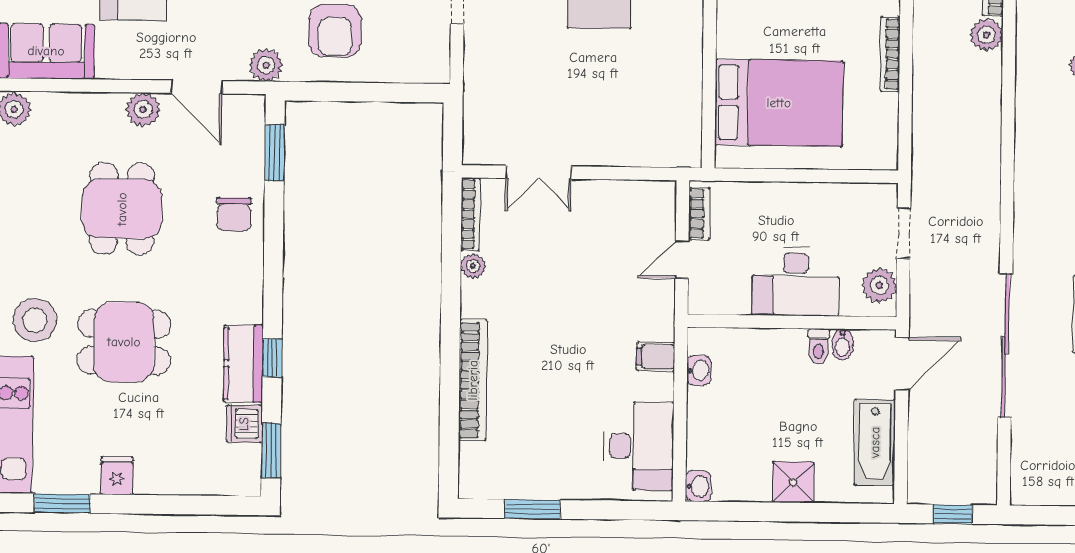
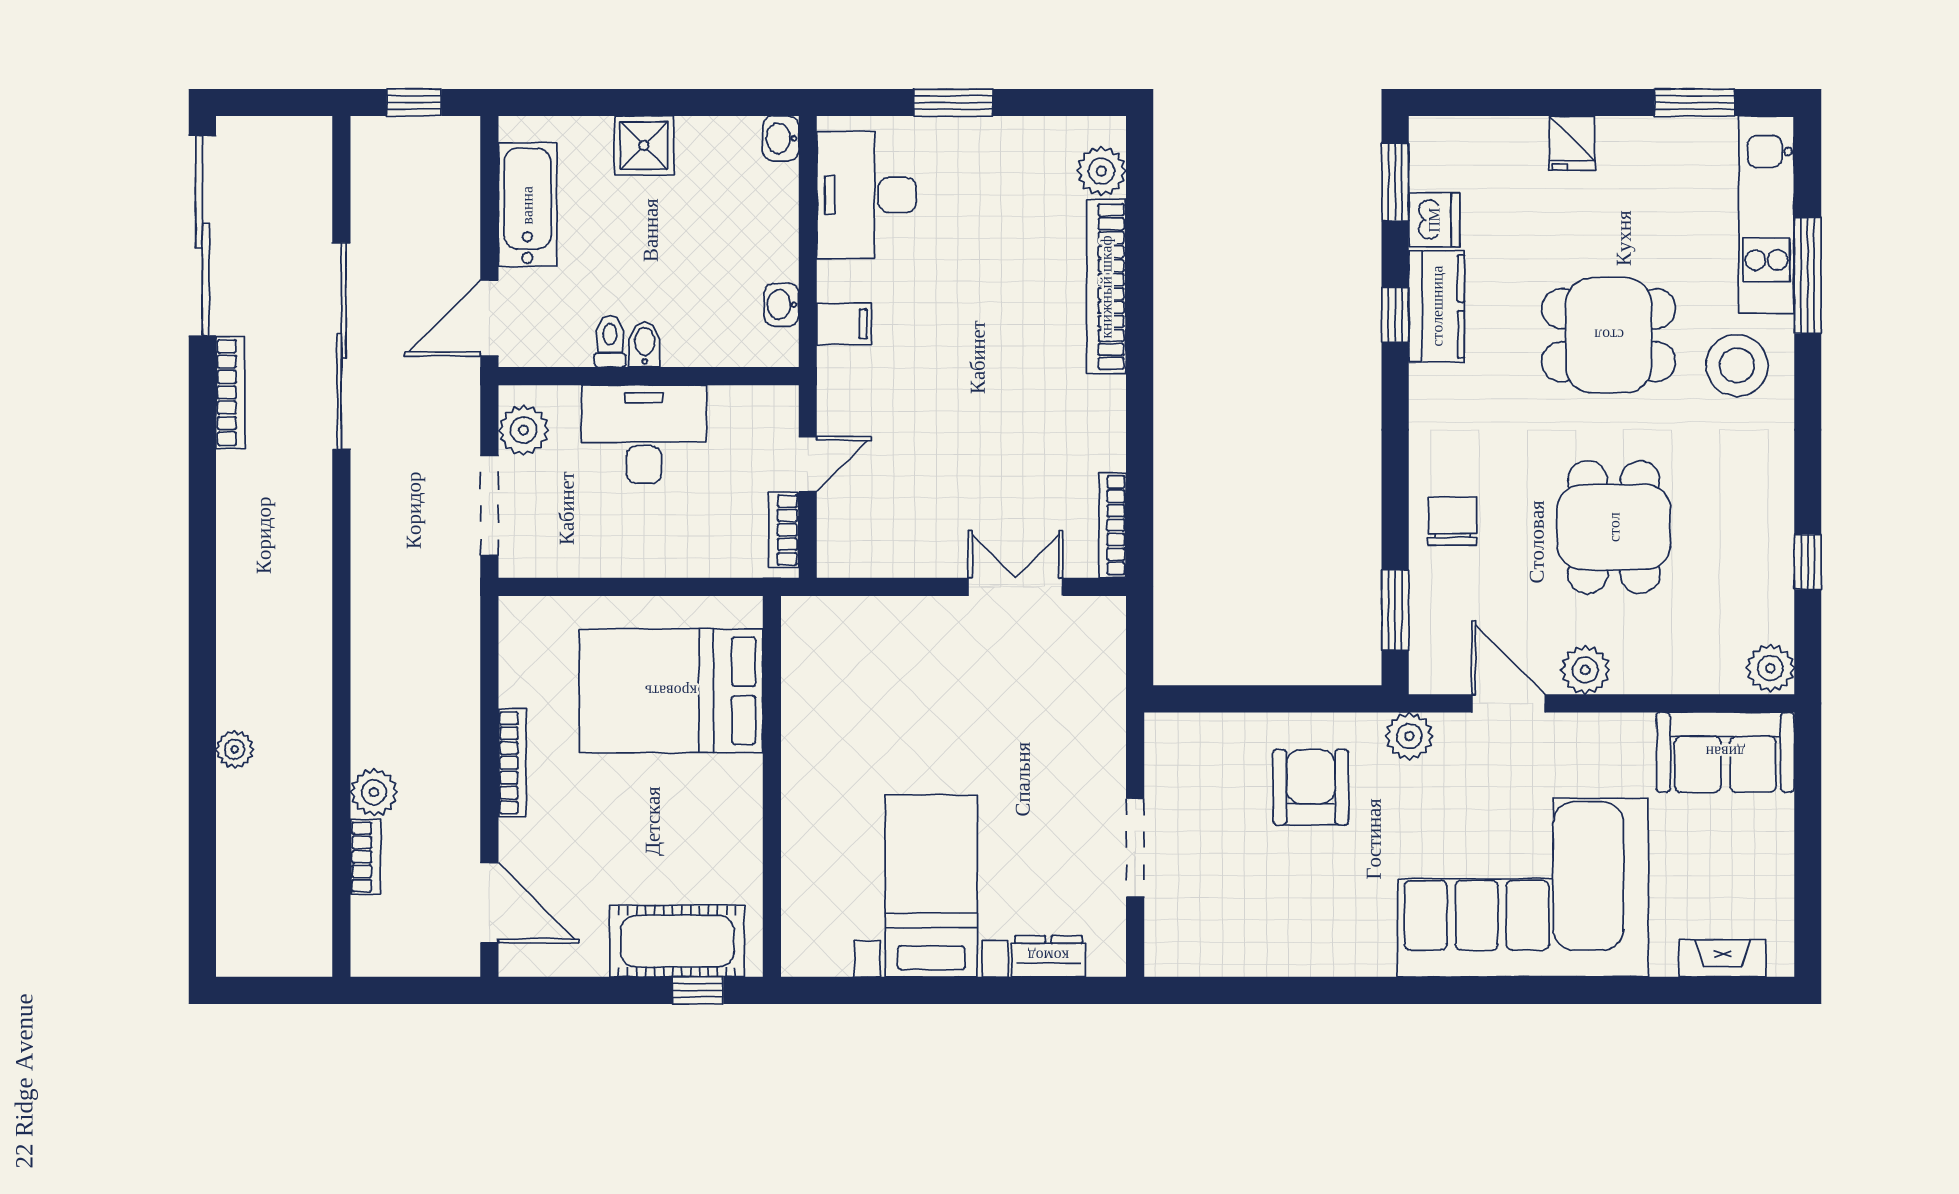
doorway: (904, 233) -> (489, 506), width x1.38
plant: (473, 266) -> (1101, 171), moved, width x1.38, depth x1.38
bidet: (843, 344) -> (645, 345), moved
fridge: (117, 476) -> (1572, 143), moved
window: (532, 509) -> (953, 102), moved

